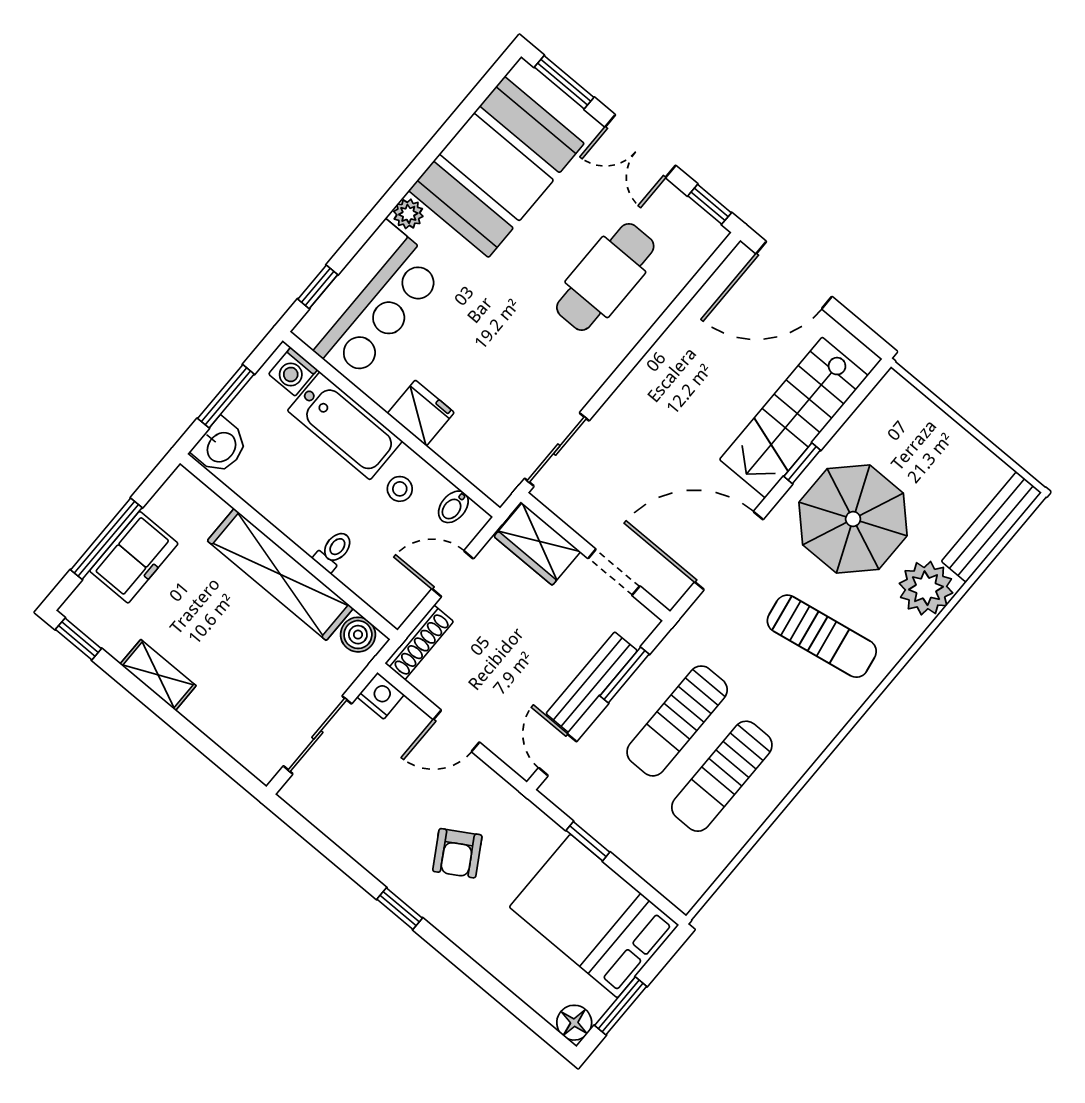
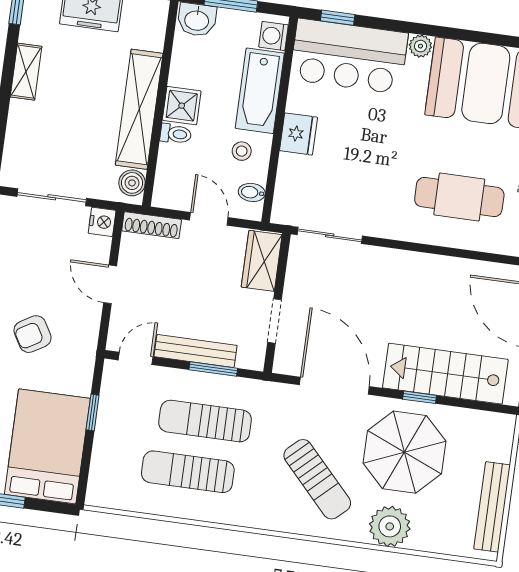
shower: (306, 524) -> (182, 106), added
bench: (991, 527) -> (492, 507), moved, turned 90
sun lounger: (822, 636) -> (317, 479), turned -33

